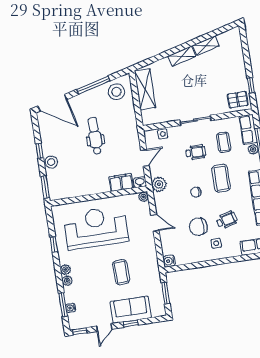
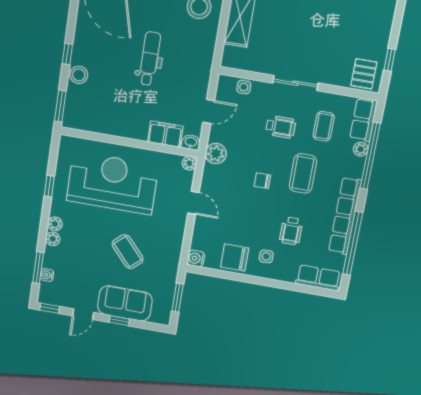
pallet: (238, 100) -> (364, 74), turned 90
wheelchair: (227, 220) -> (291, 231), turned 105
chair: (198, 227) -> (235, 258), moved
coffee table: (121, 272) -> (128, 252), turned -40

